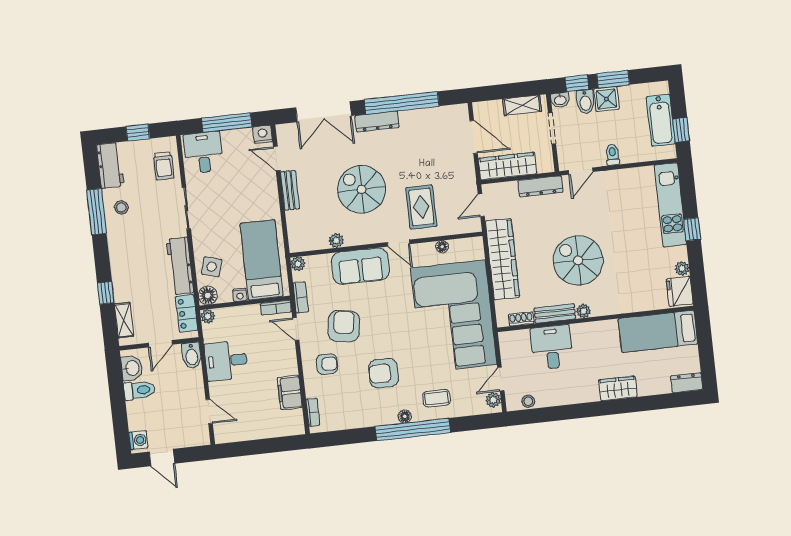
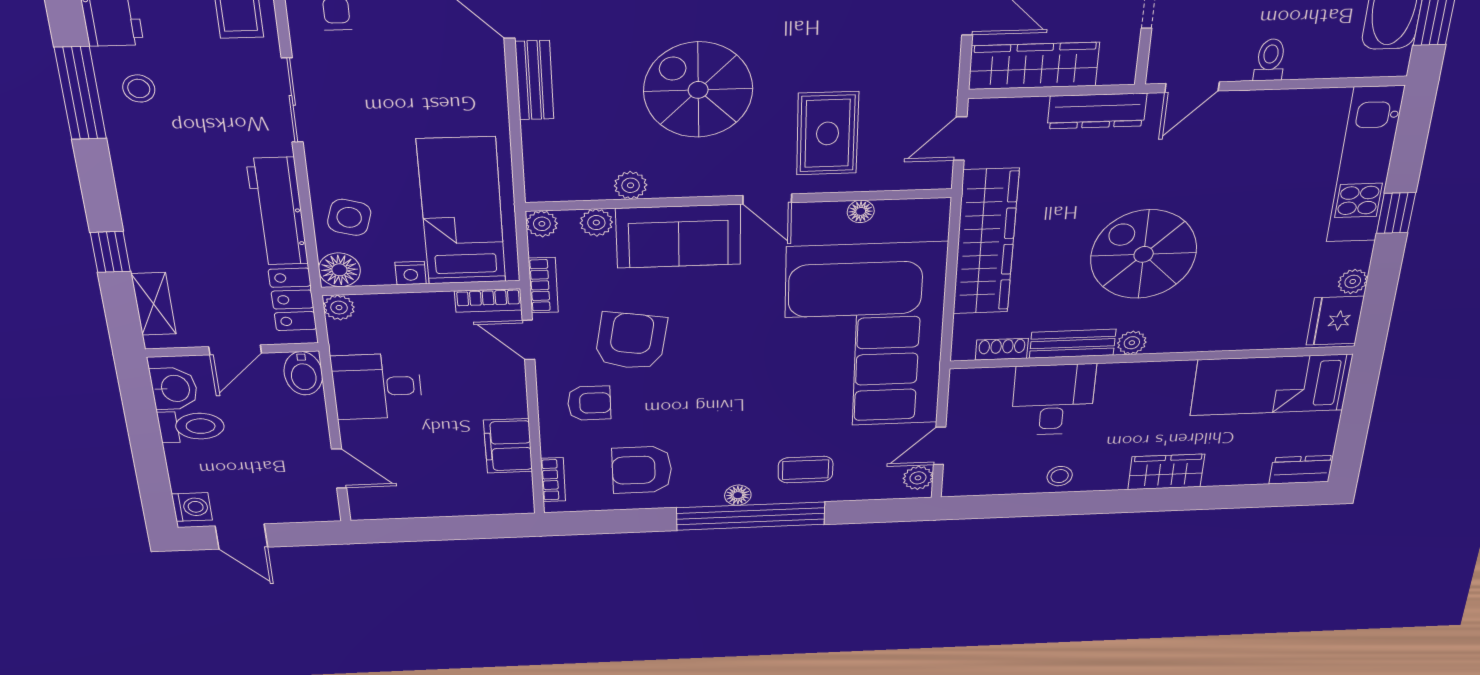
plant: (322, 261) -> (596, 223), added
armchair: (384, 373) -> (642, 470), moved
stool: (528, 401) -> (1060, 476), moved

